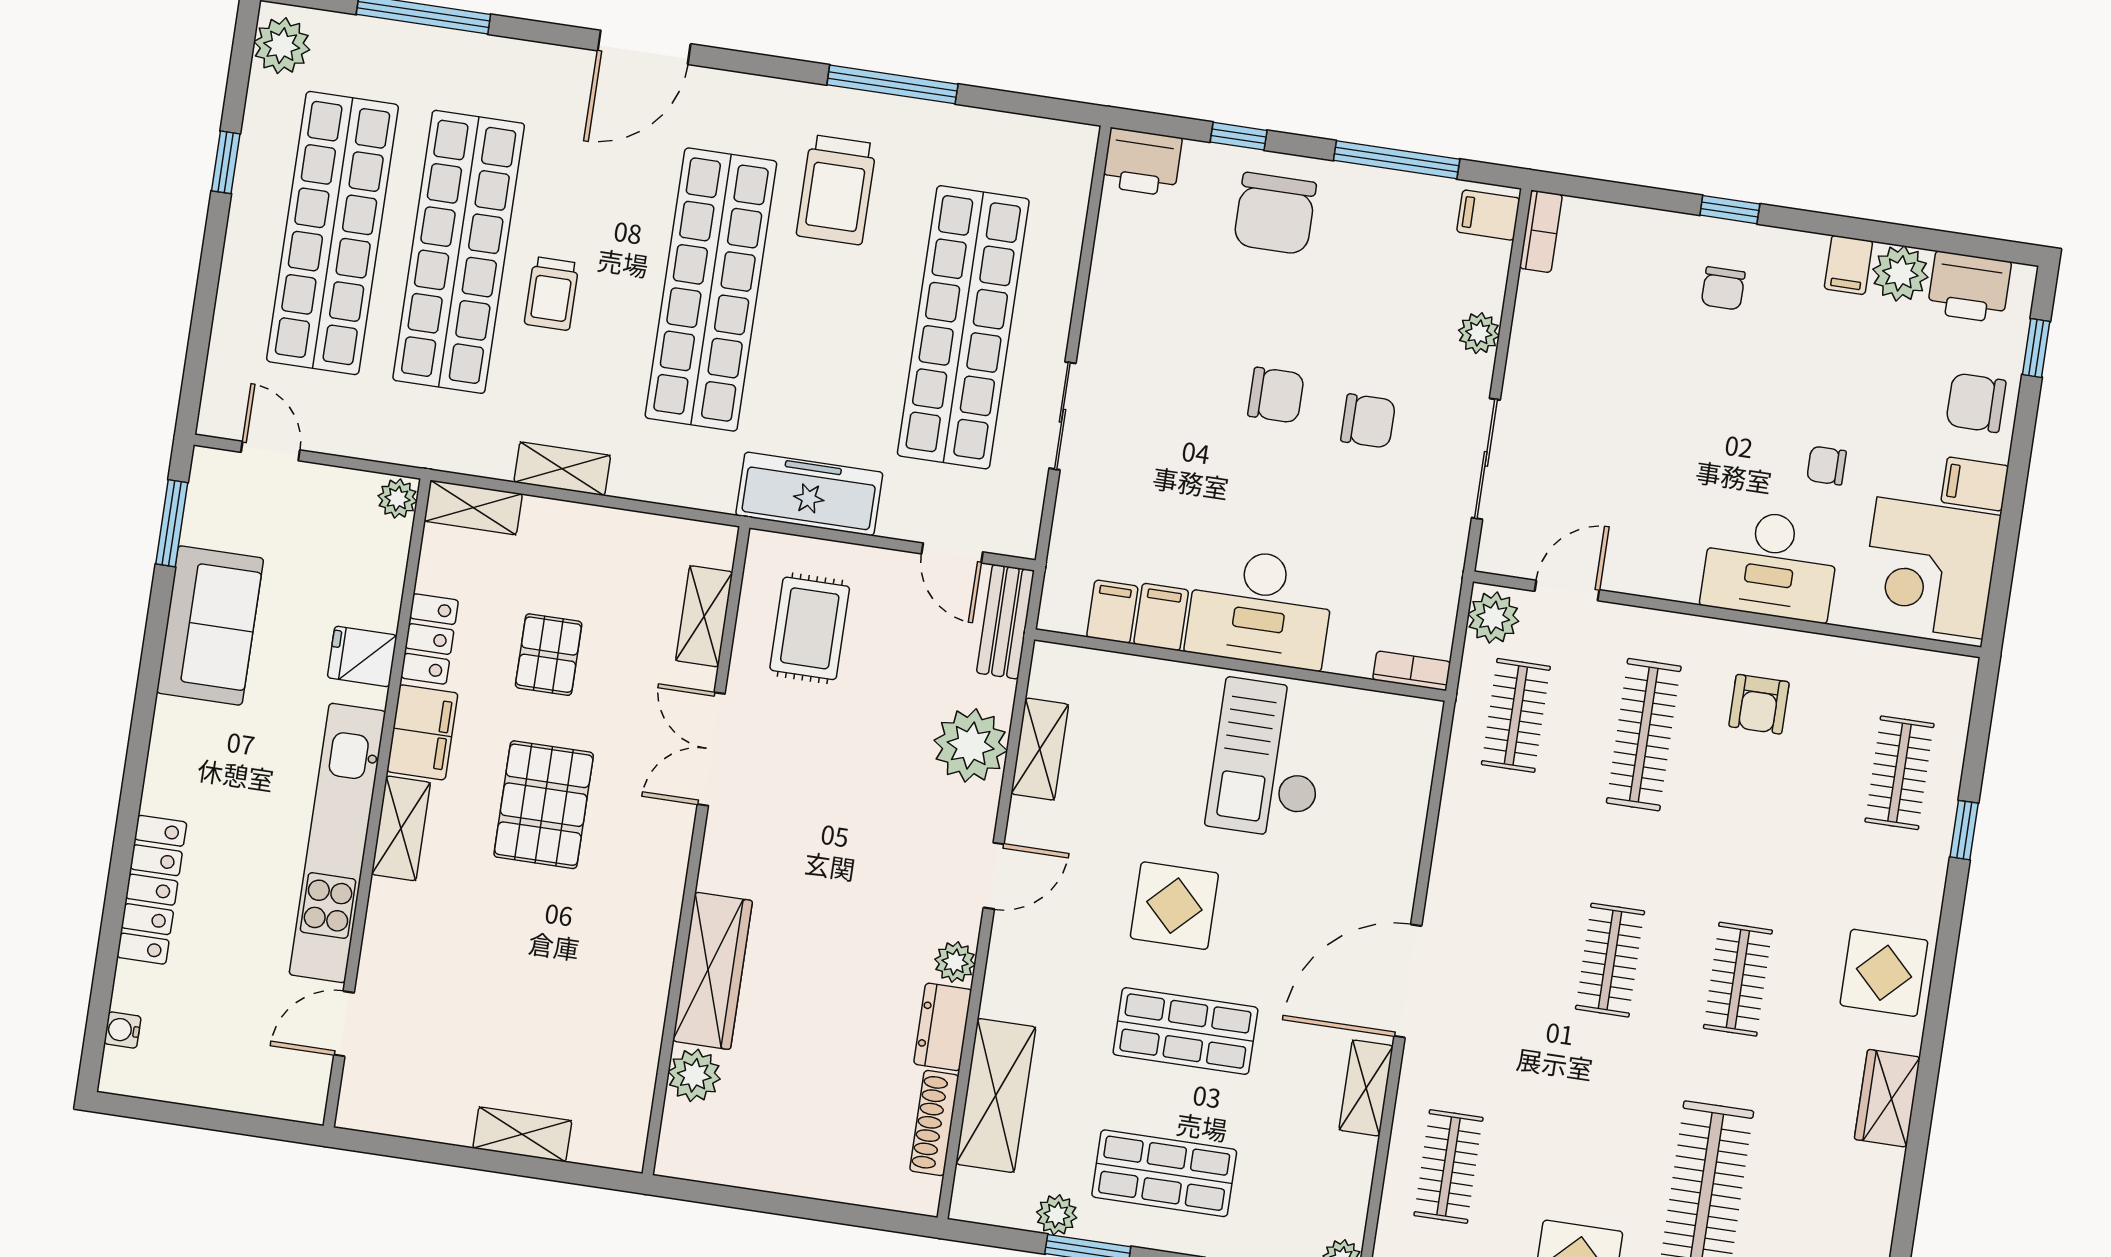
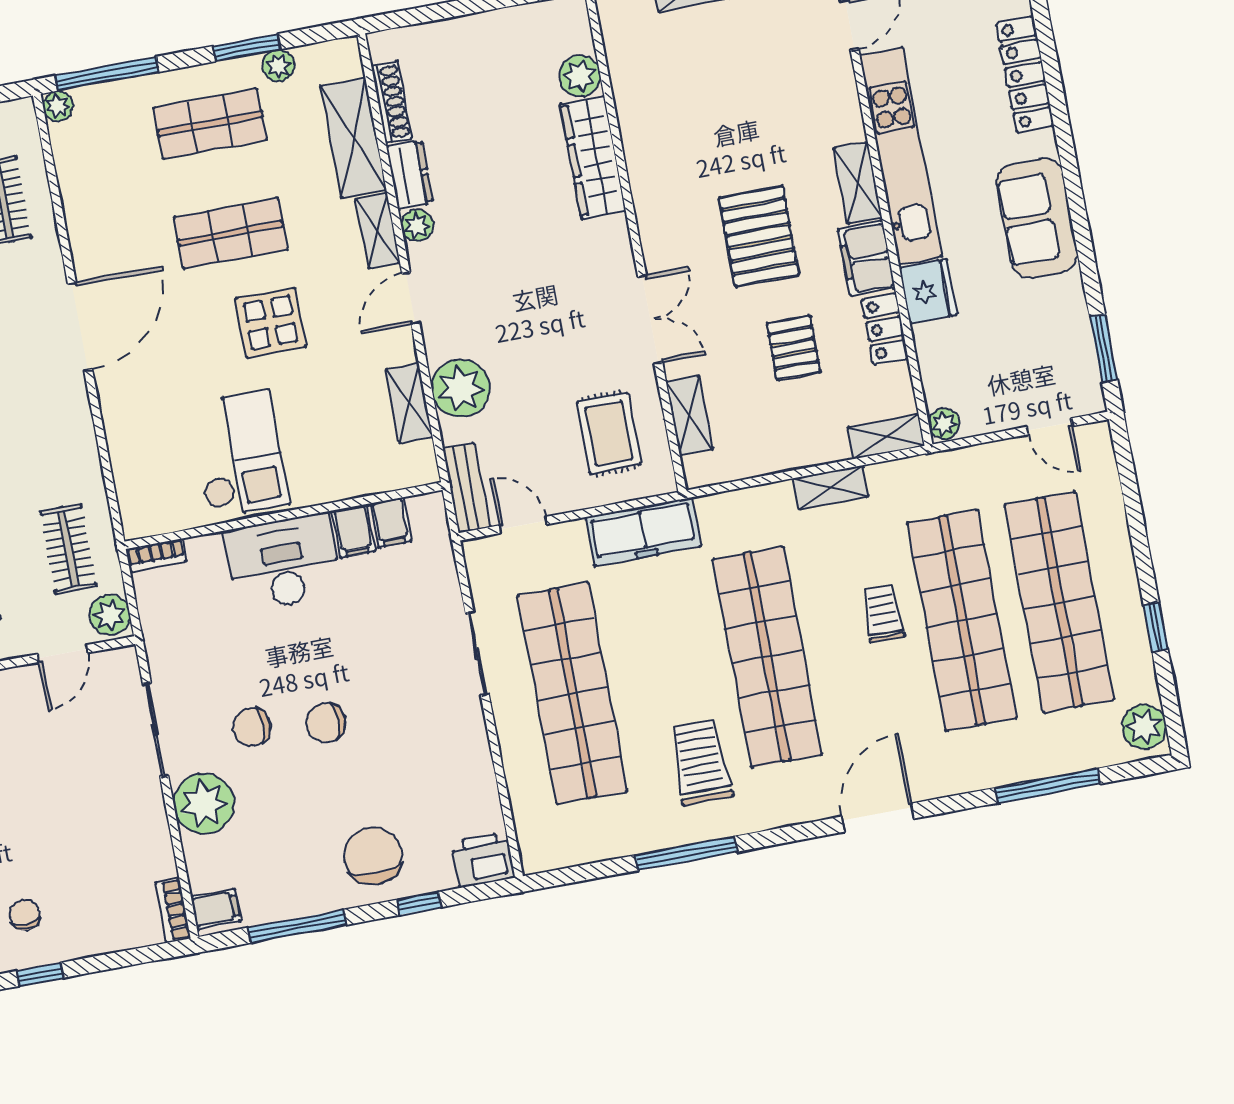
plant: (1479, 333) -> (204, 804), width x1.88, depth x1.88
sofa: (210, 625) -> (1037, 218), moved
fridge: (362, 656) -> (928, 291), width x1.38
shelving: (1366, 1088) -> (378, 231), moved

